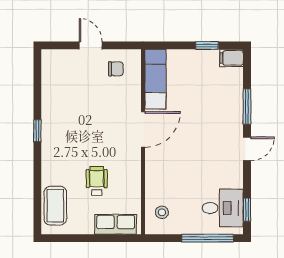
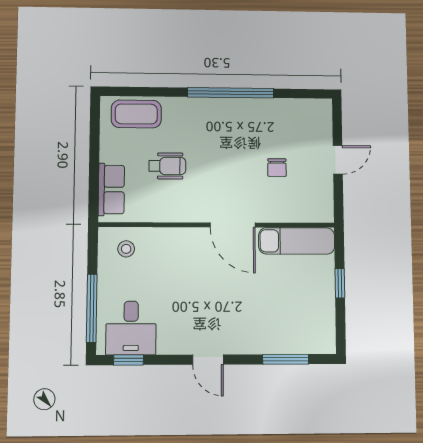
window: (207, 45) -> (340, 283), moved
filing cabinet: (232, 58) -> (325, 339), removed
chair: (116, 69) -> (277, 168), moved
window: (247, 107) -> (286, 359), moved
window: (37, 131) -> (231, 93), width x3.17

